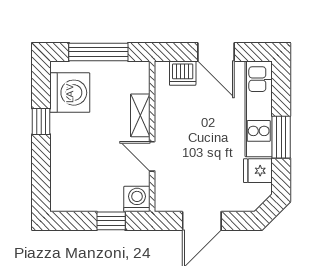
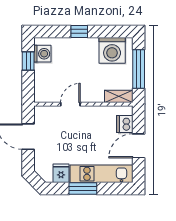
shelving: (140, 115) -> (119, 96), moved
window: (41, 121) -> (79, 31), moved
washing machine: (137, 199) -> (42, 54), moved
window: (111, 221) -> (28, 61), moved

